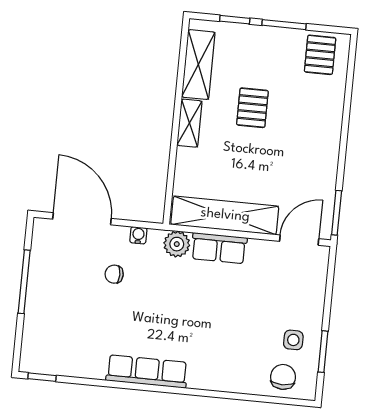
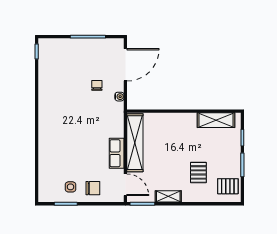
pallet: (252, 108) -> (198, 172), moved, turned 90
shelving: (189, 123) -> (168, 196), moved
plant: (177, 244) -> (117, 118), removed
row of seats: (219, 248) -> (117, 153), moved
row of seats: (147, 371) -> (45, 109), removed
chair: (283, 377) -> (93, 188), moved

